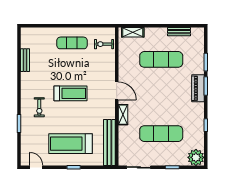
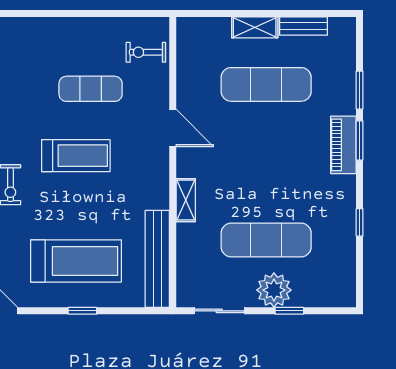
shelving: (133, 32) -> (255, 27), moved
exercise mat: (72, 43) -> (91, 89), moved
door: (117, 91) -> (173, 128), moved
treadmill: (71, 144) -> (76, 261), turned 180
plant: (196, 157) -> (274, 290), moved

